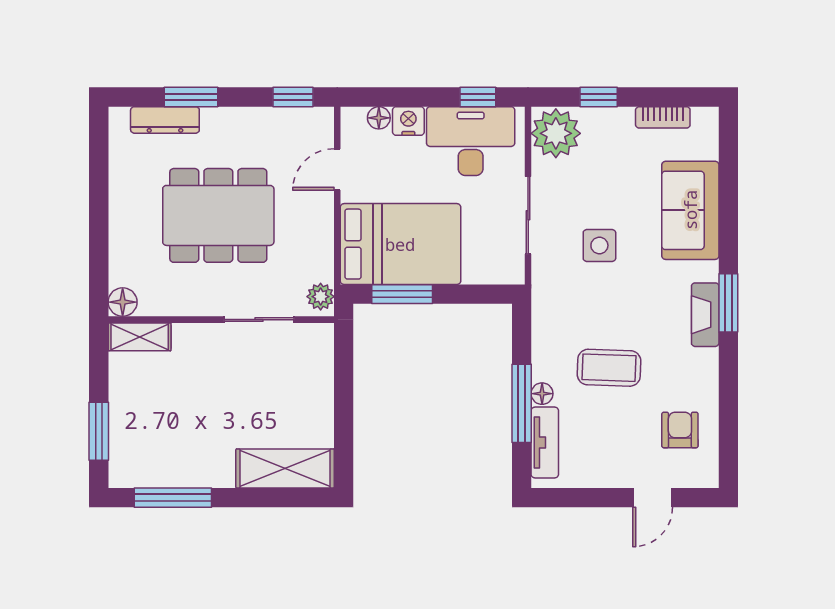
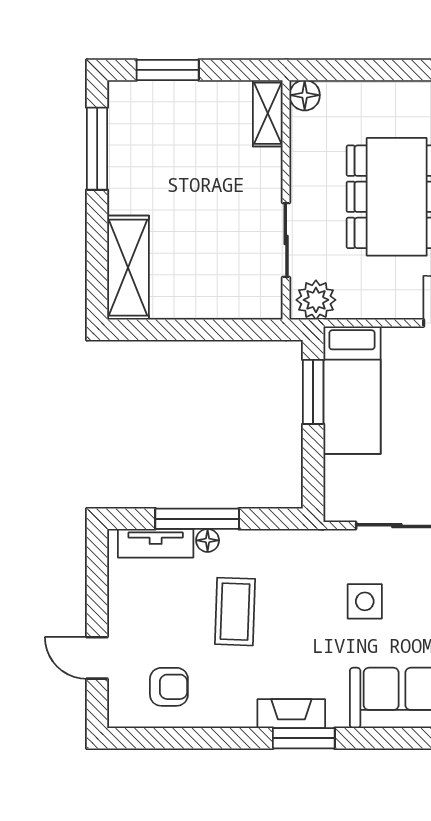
bed: (400, 244) -> (352, 390), width x0.67
plant: (321, 297) -> (316, 300), width x1.38, depth x1.38

